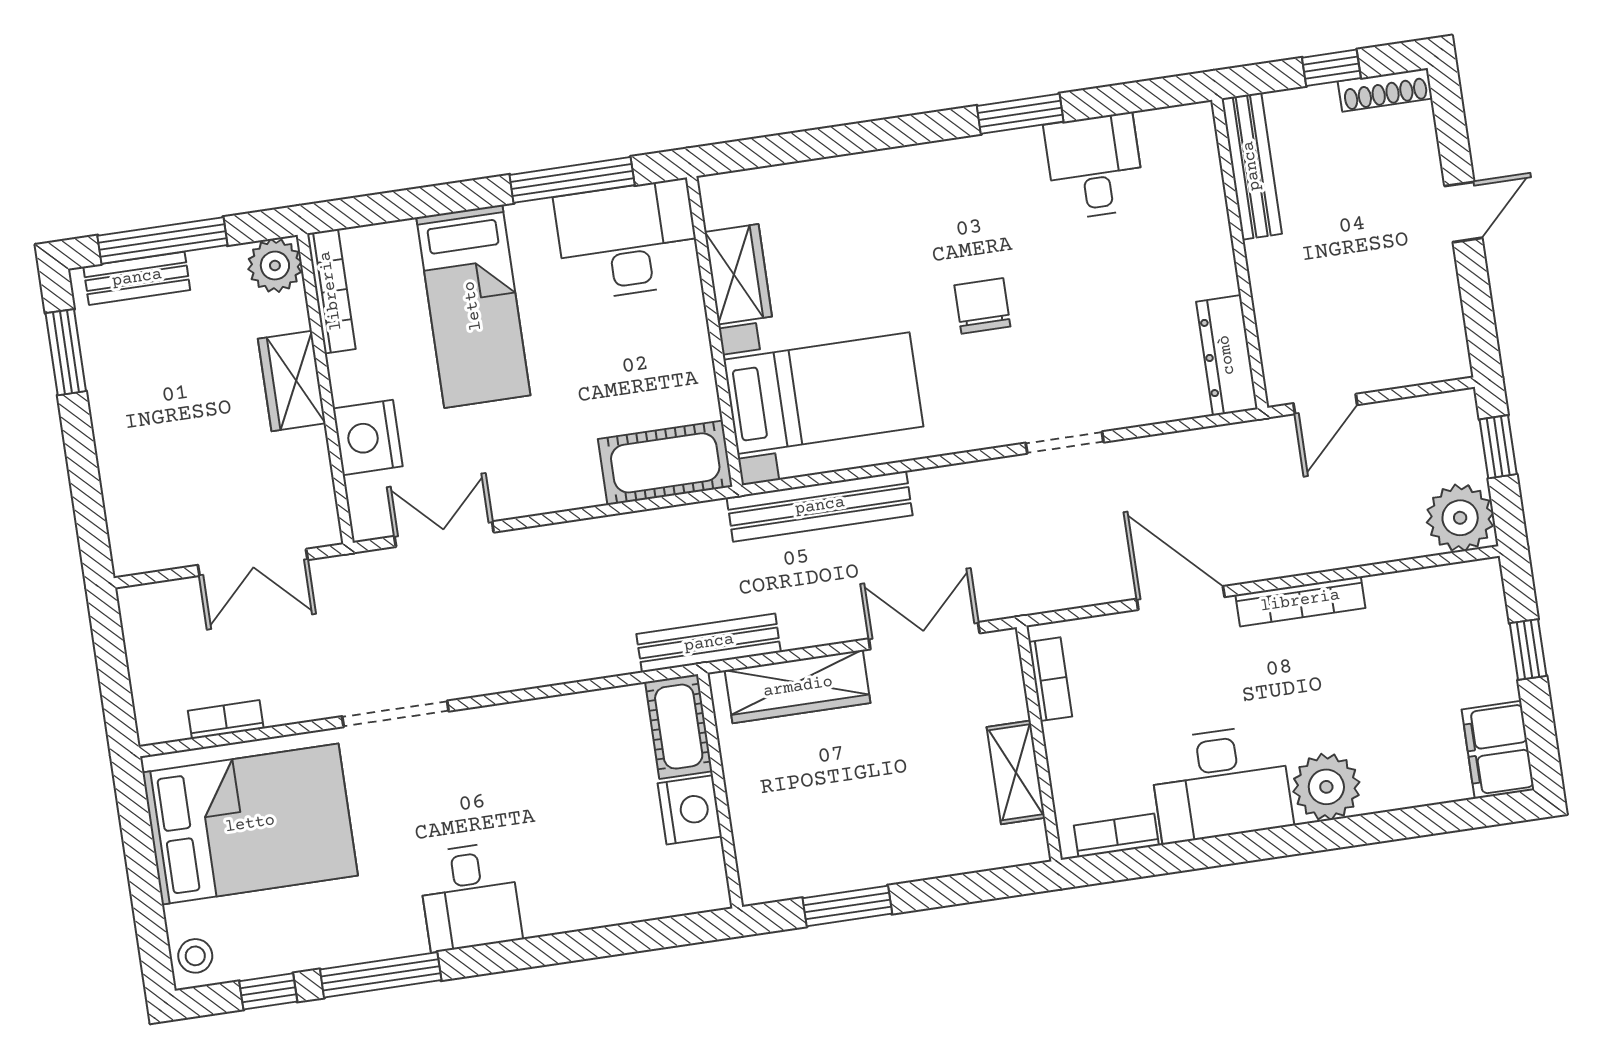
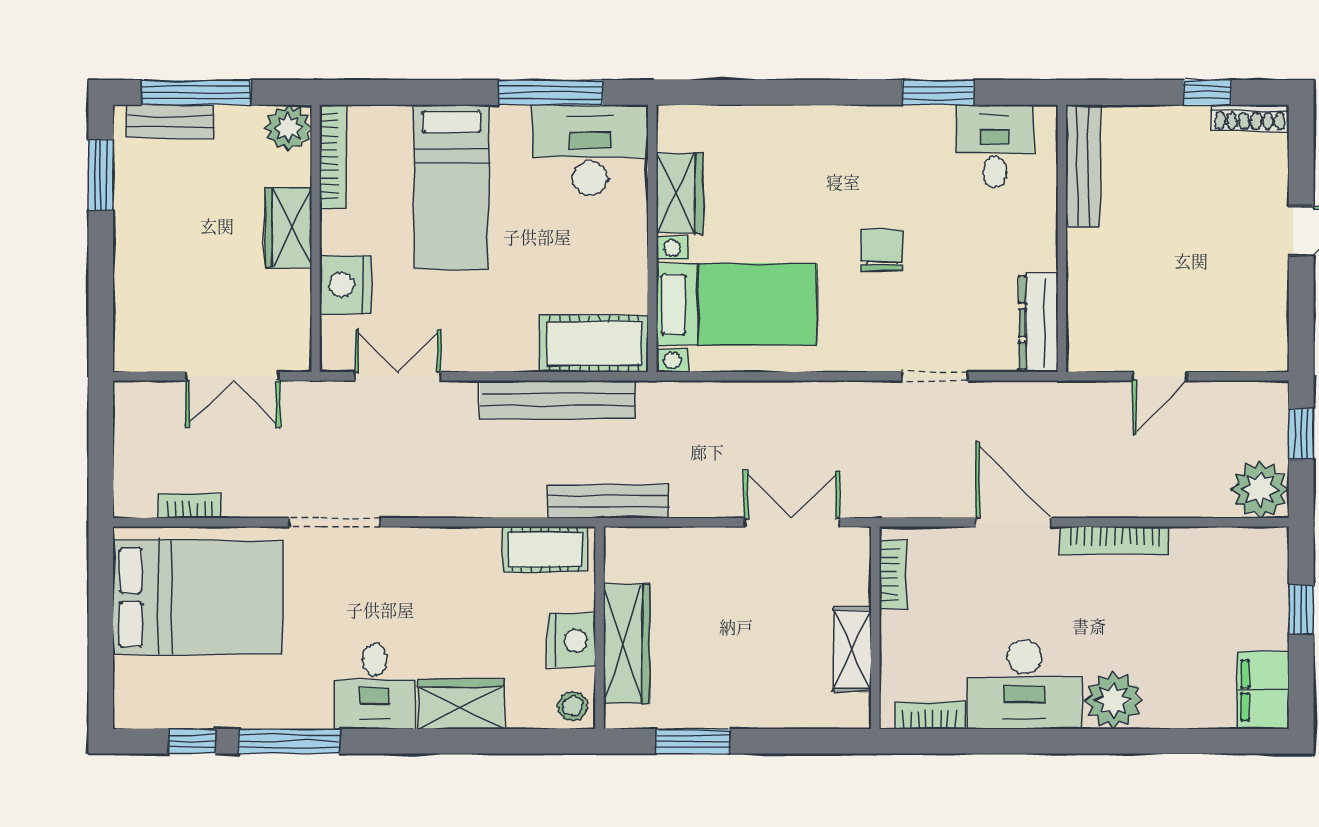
bench: (1252, 166) -> (1083, 166), moved
wall: (1240, 254) -> (1062, 238), moved
dresser: (1227, 355) -> (1038, 323), moved
bench: (820, 506) -> (558, 400), moved
wardrobe: (798, 687) -> (627, 644), moved, turned -90
cot: (679, 727) -> (545, 549), moved, turned 90
wardrobe: (572, 903) -> (461, 704), added
stool: (195, 956) -> (573, 706), moved

